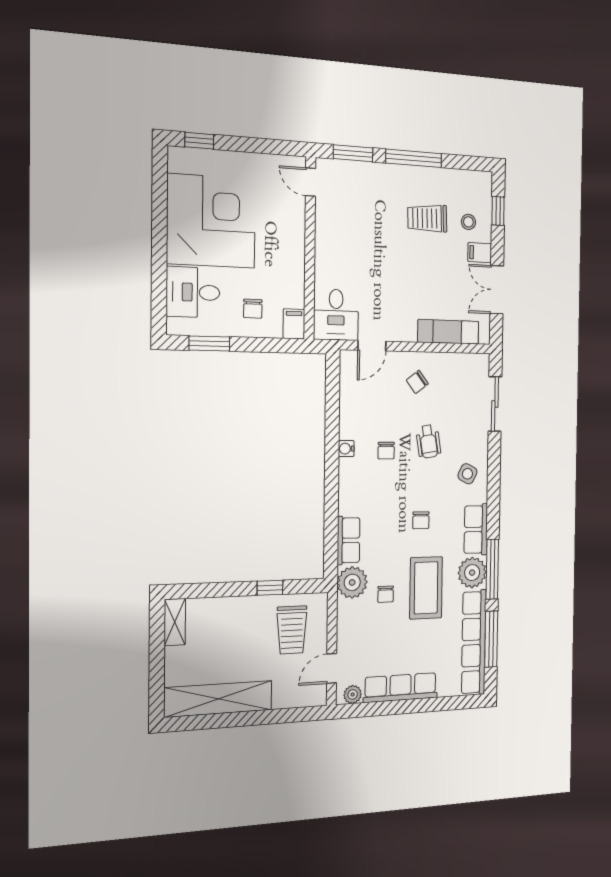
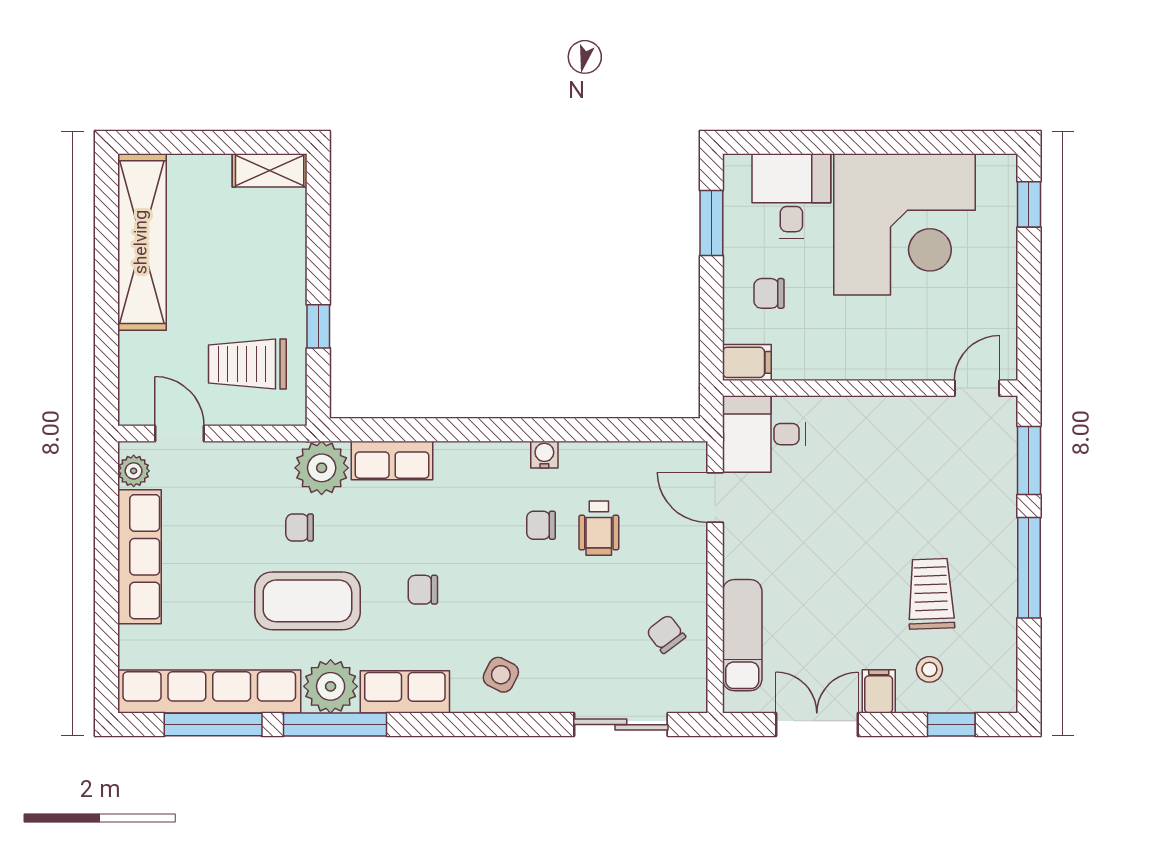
chair: (417, 382) -> (666, 634), moved
wheelchair: (428, 442) -> (599, 528), moved, turned -81

